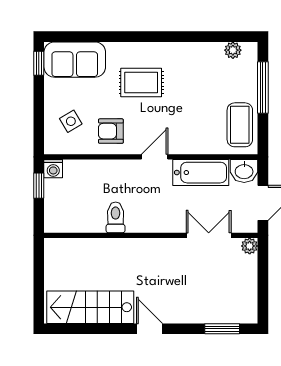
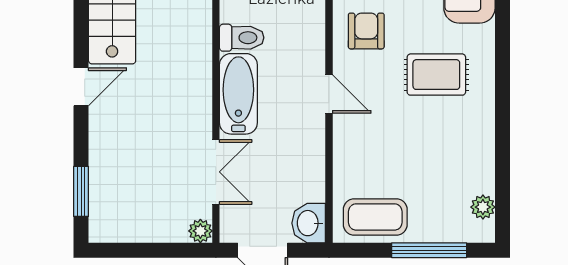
rug: (141, 82) -> (436, 75), turned 90
bathtub: (201, 173) -> (238, 94), moved, turned 180

